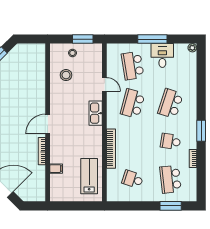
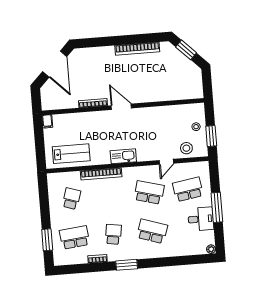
stool: (66, 75) -> (186, 148), moved
kitchen sink: (96, 113) -> (123, 156), moved
filing cabinet: (56, 169) -> (47, 121), moved

